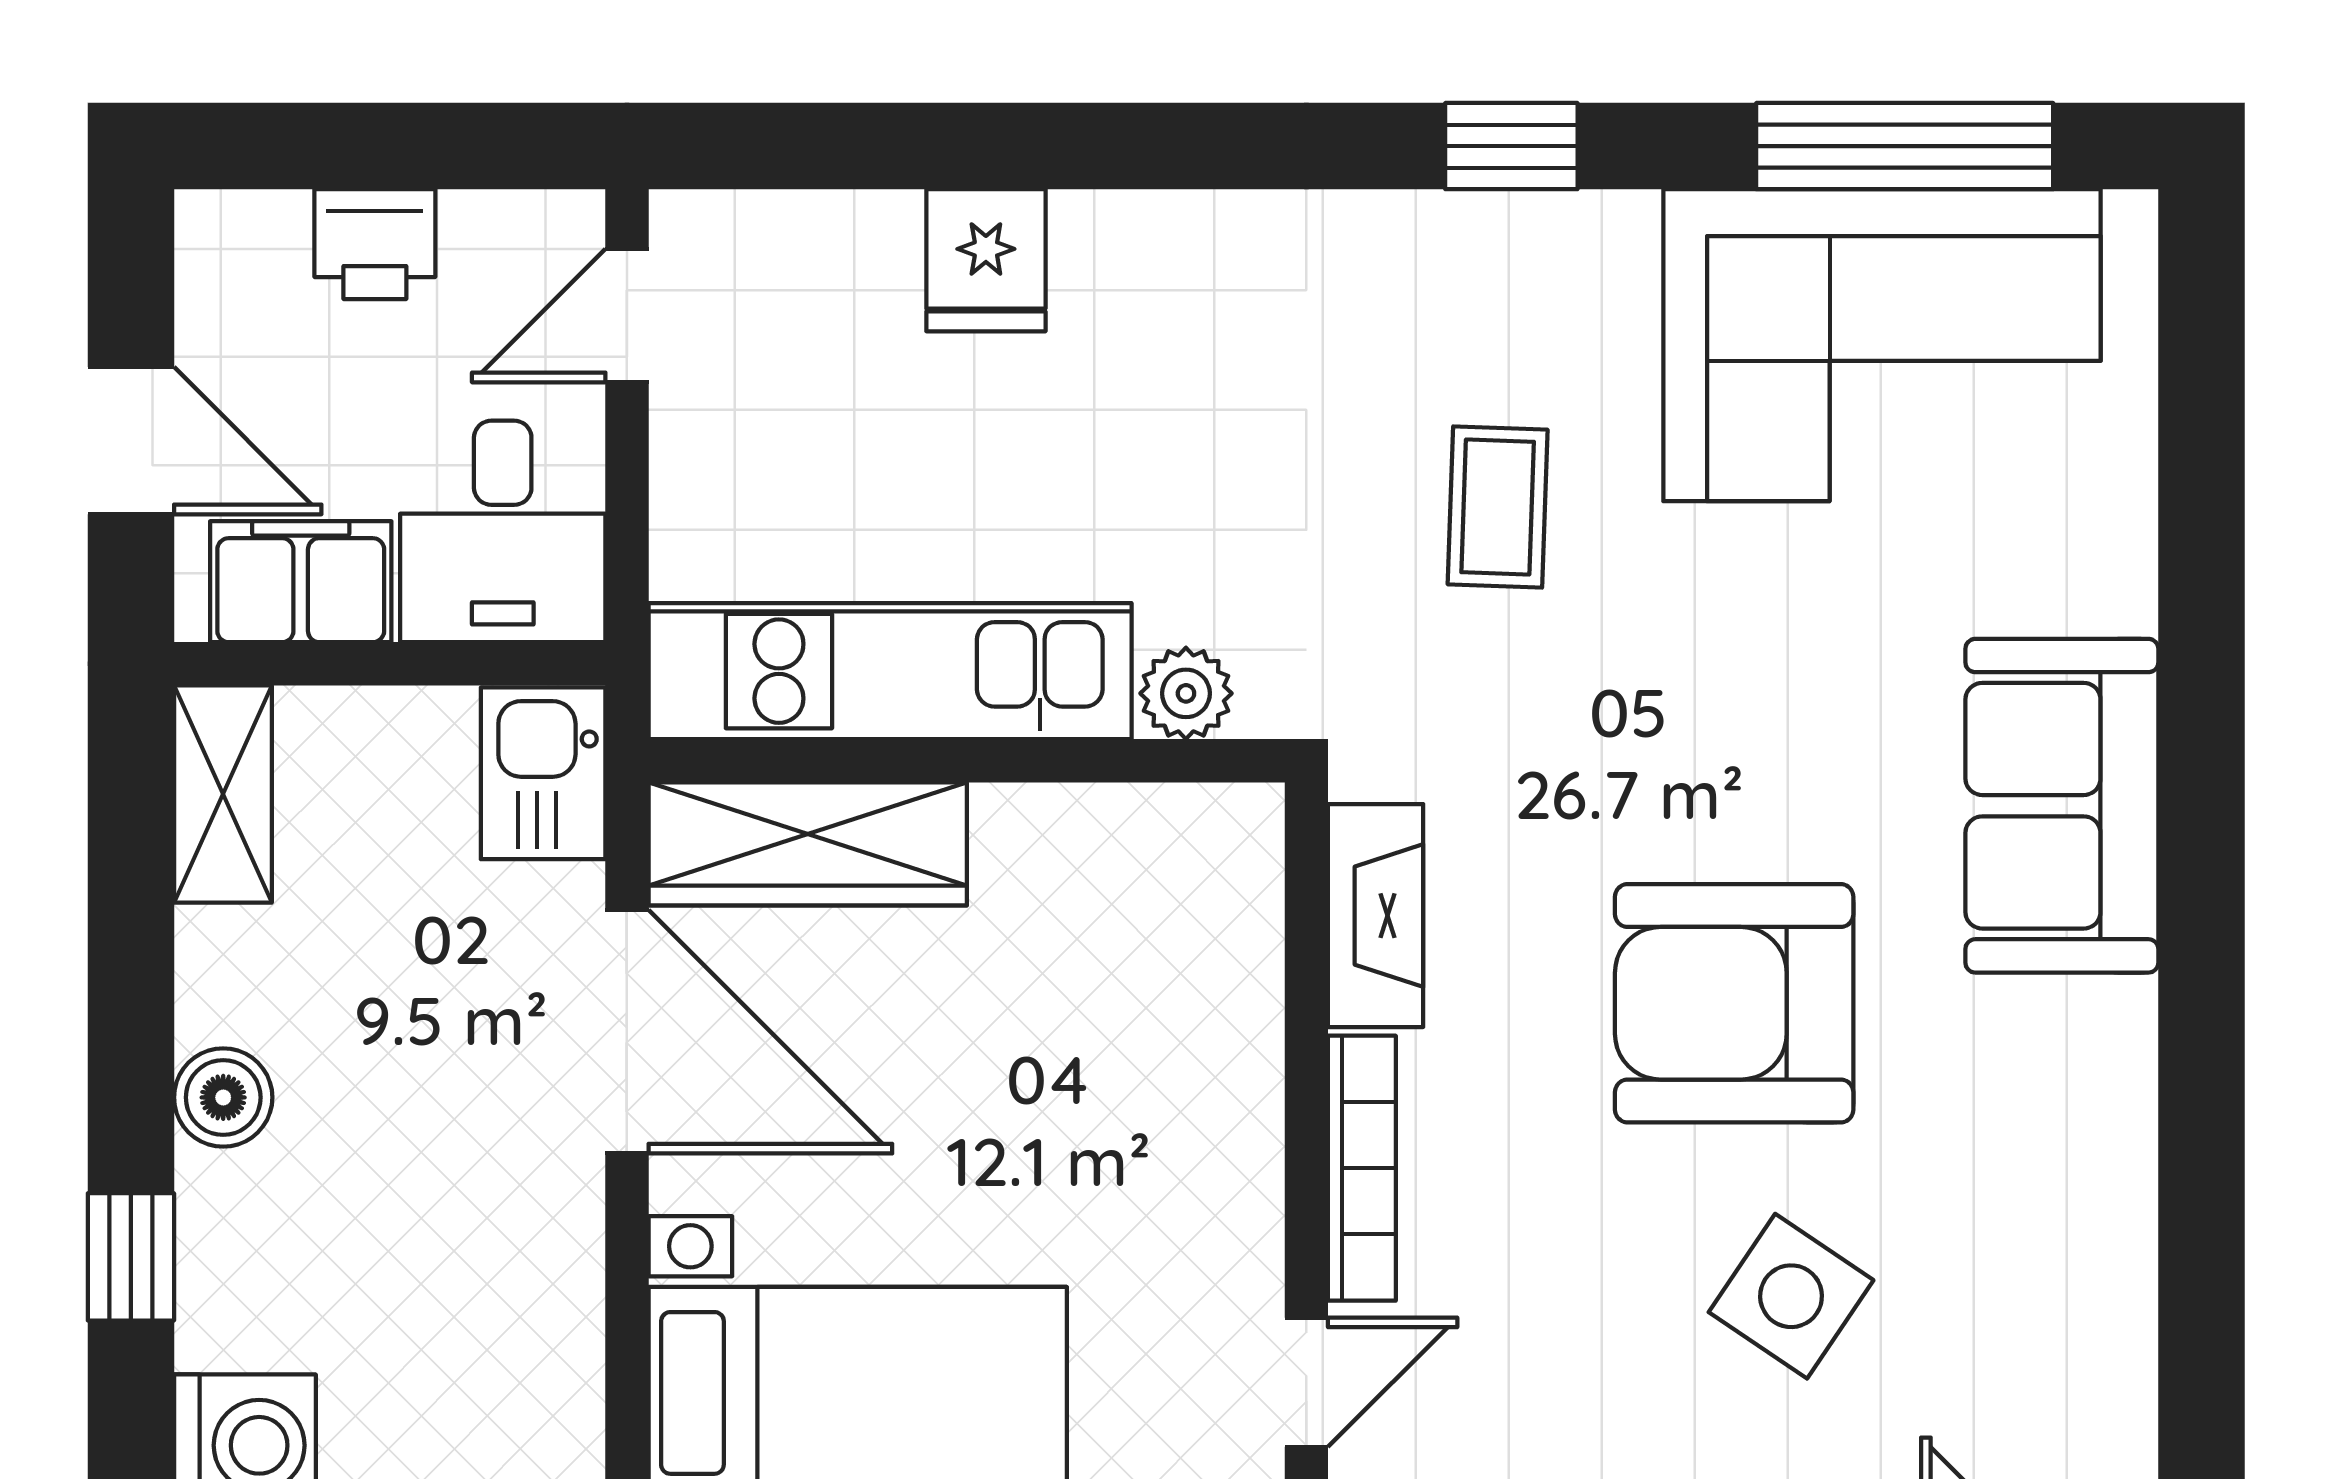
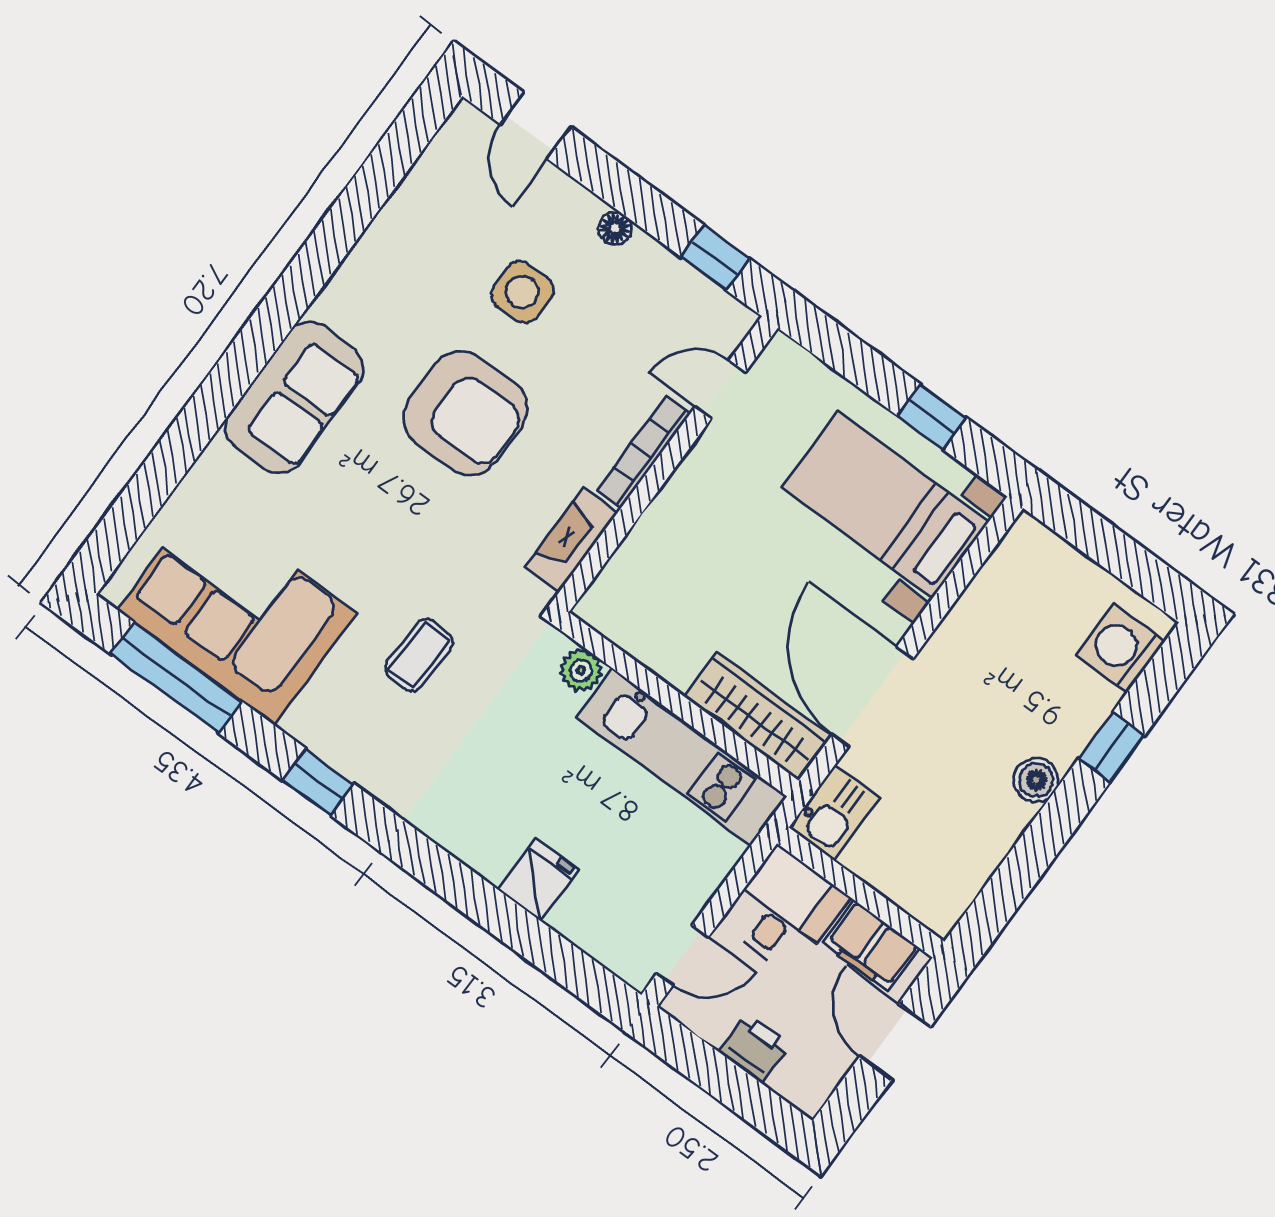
shelving: (223, 794) -> (956, 890), removed
side table: (1791, 1296) -> (522, 292), turned -34

